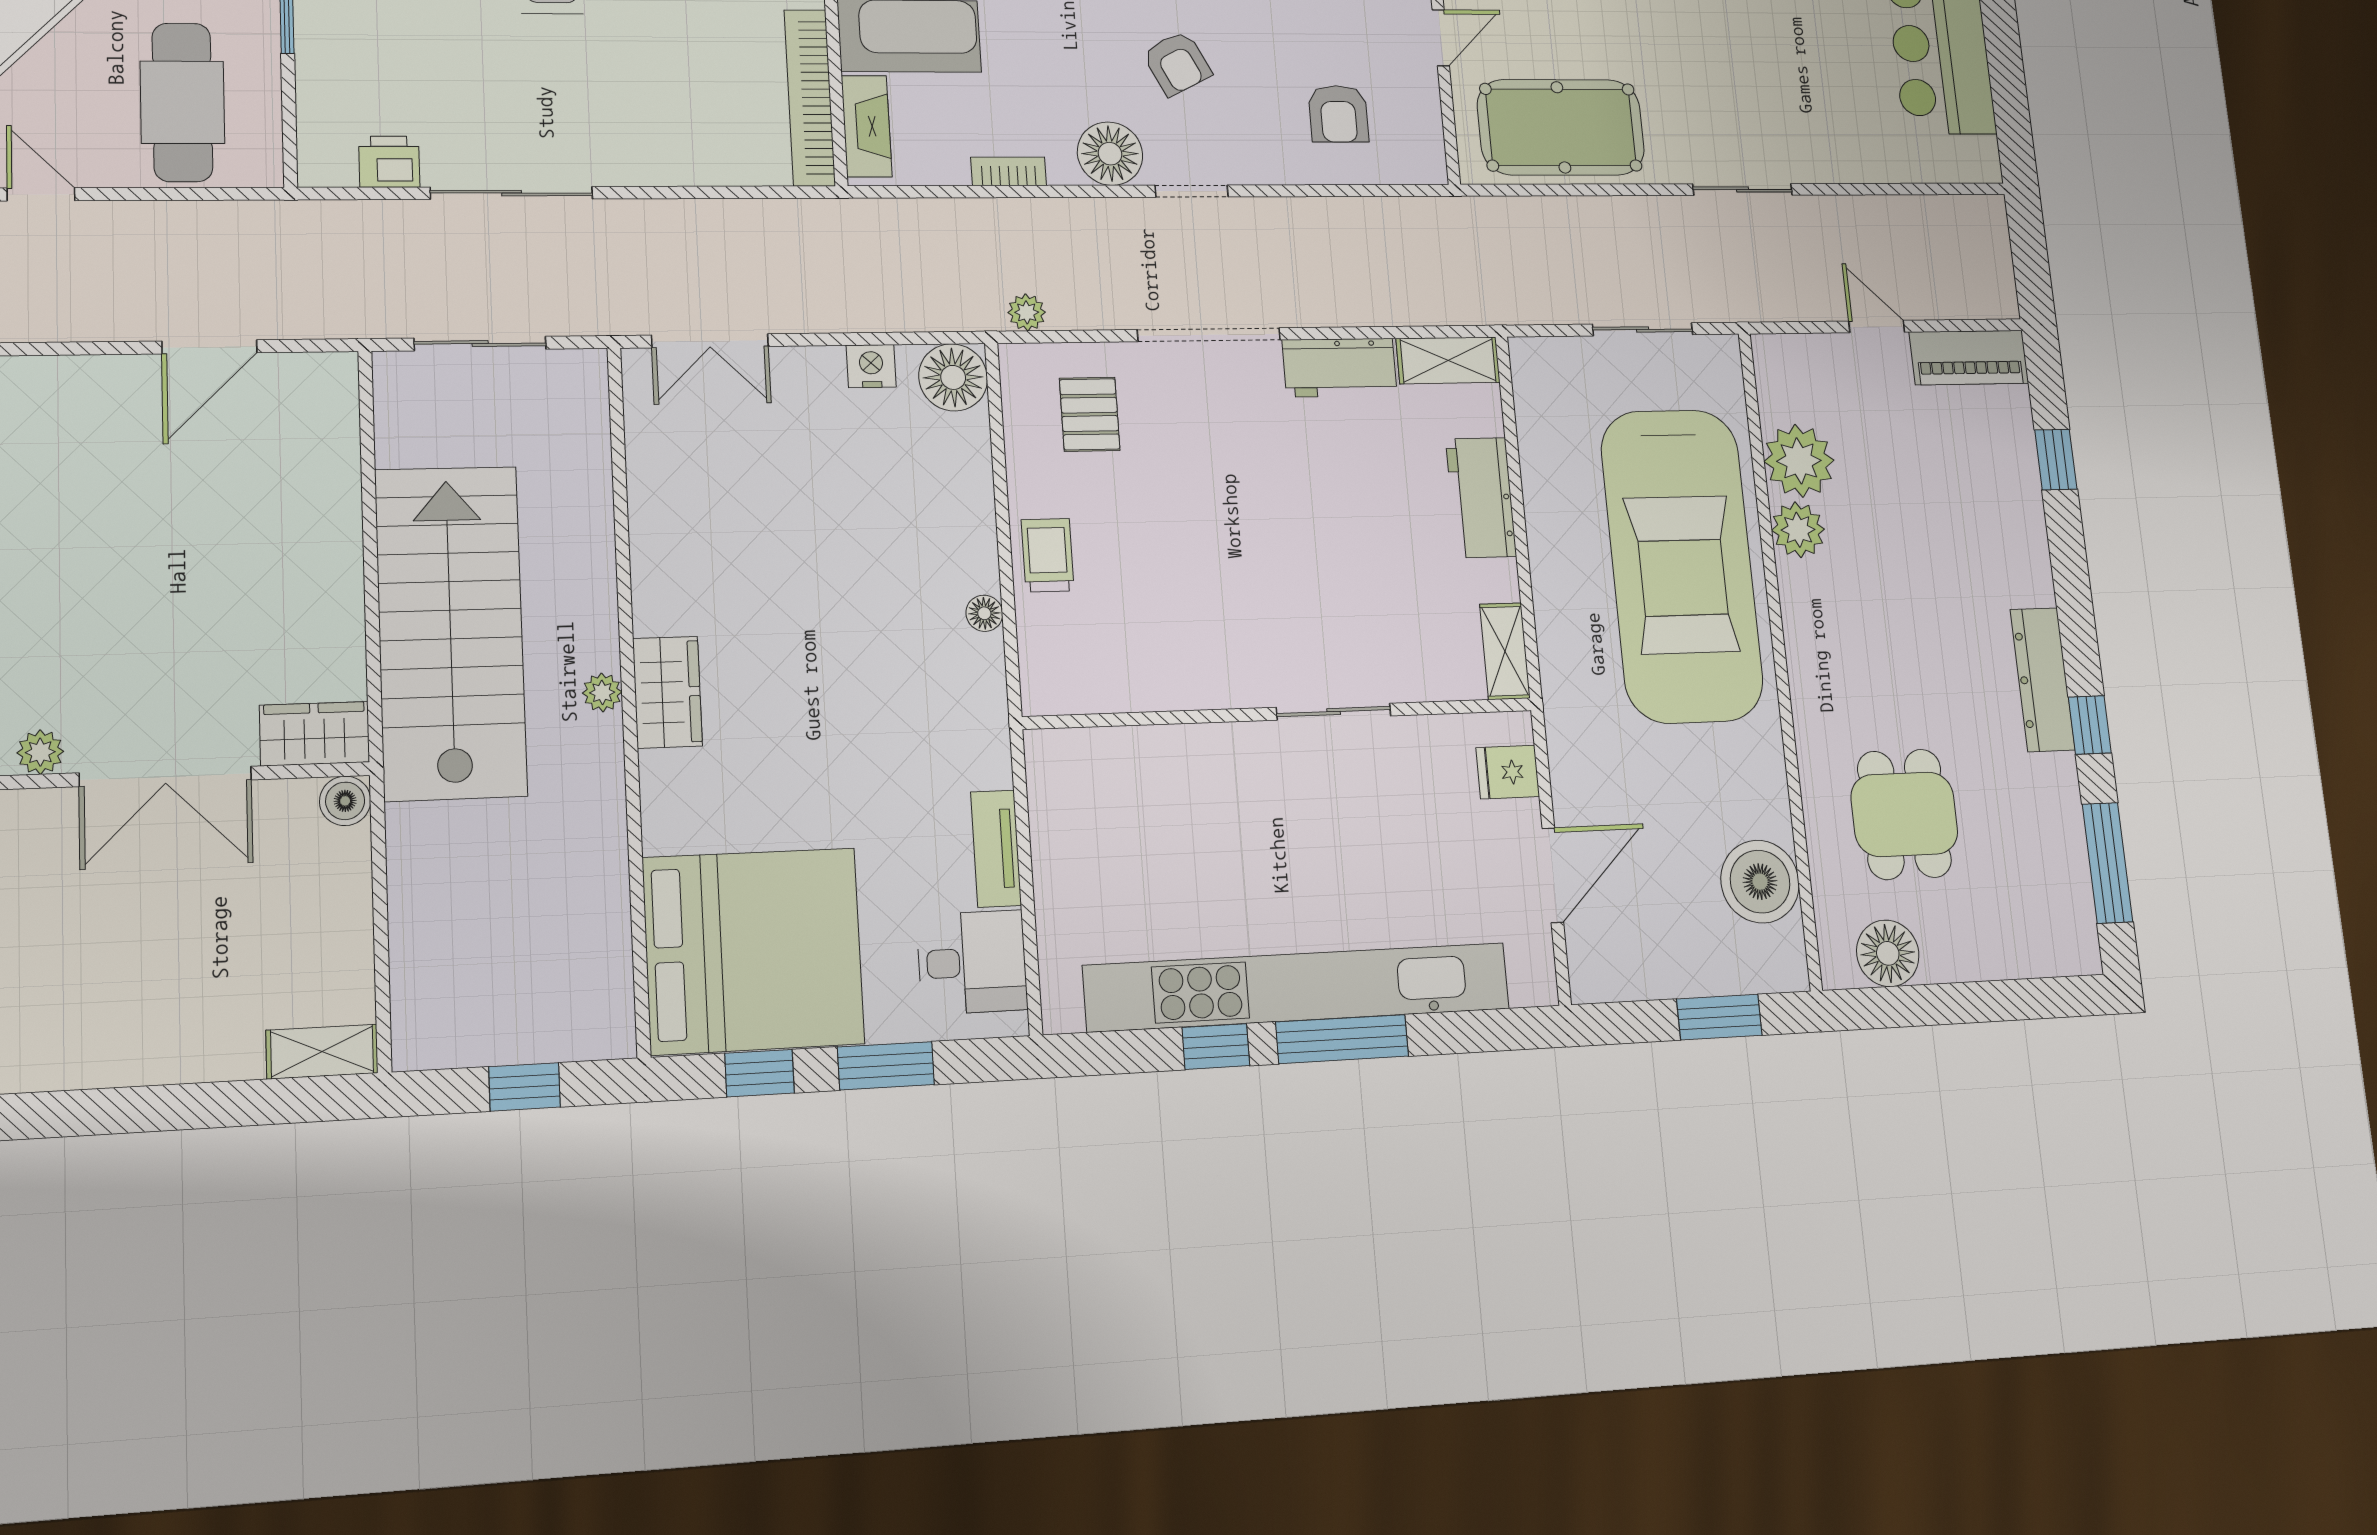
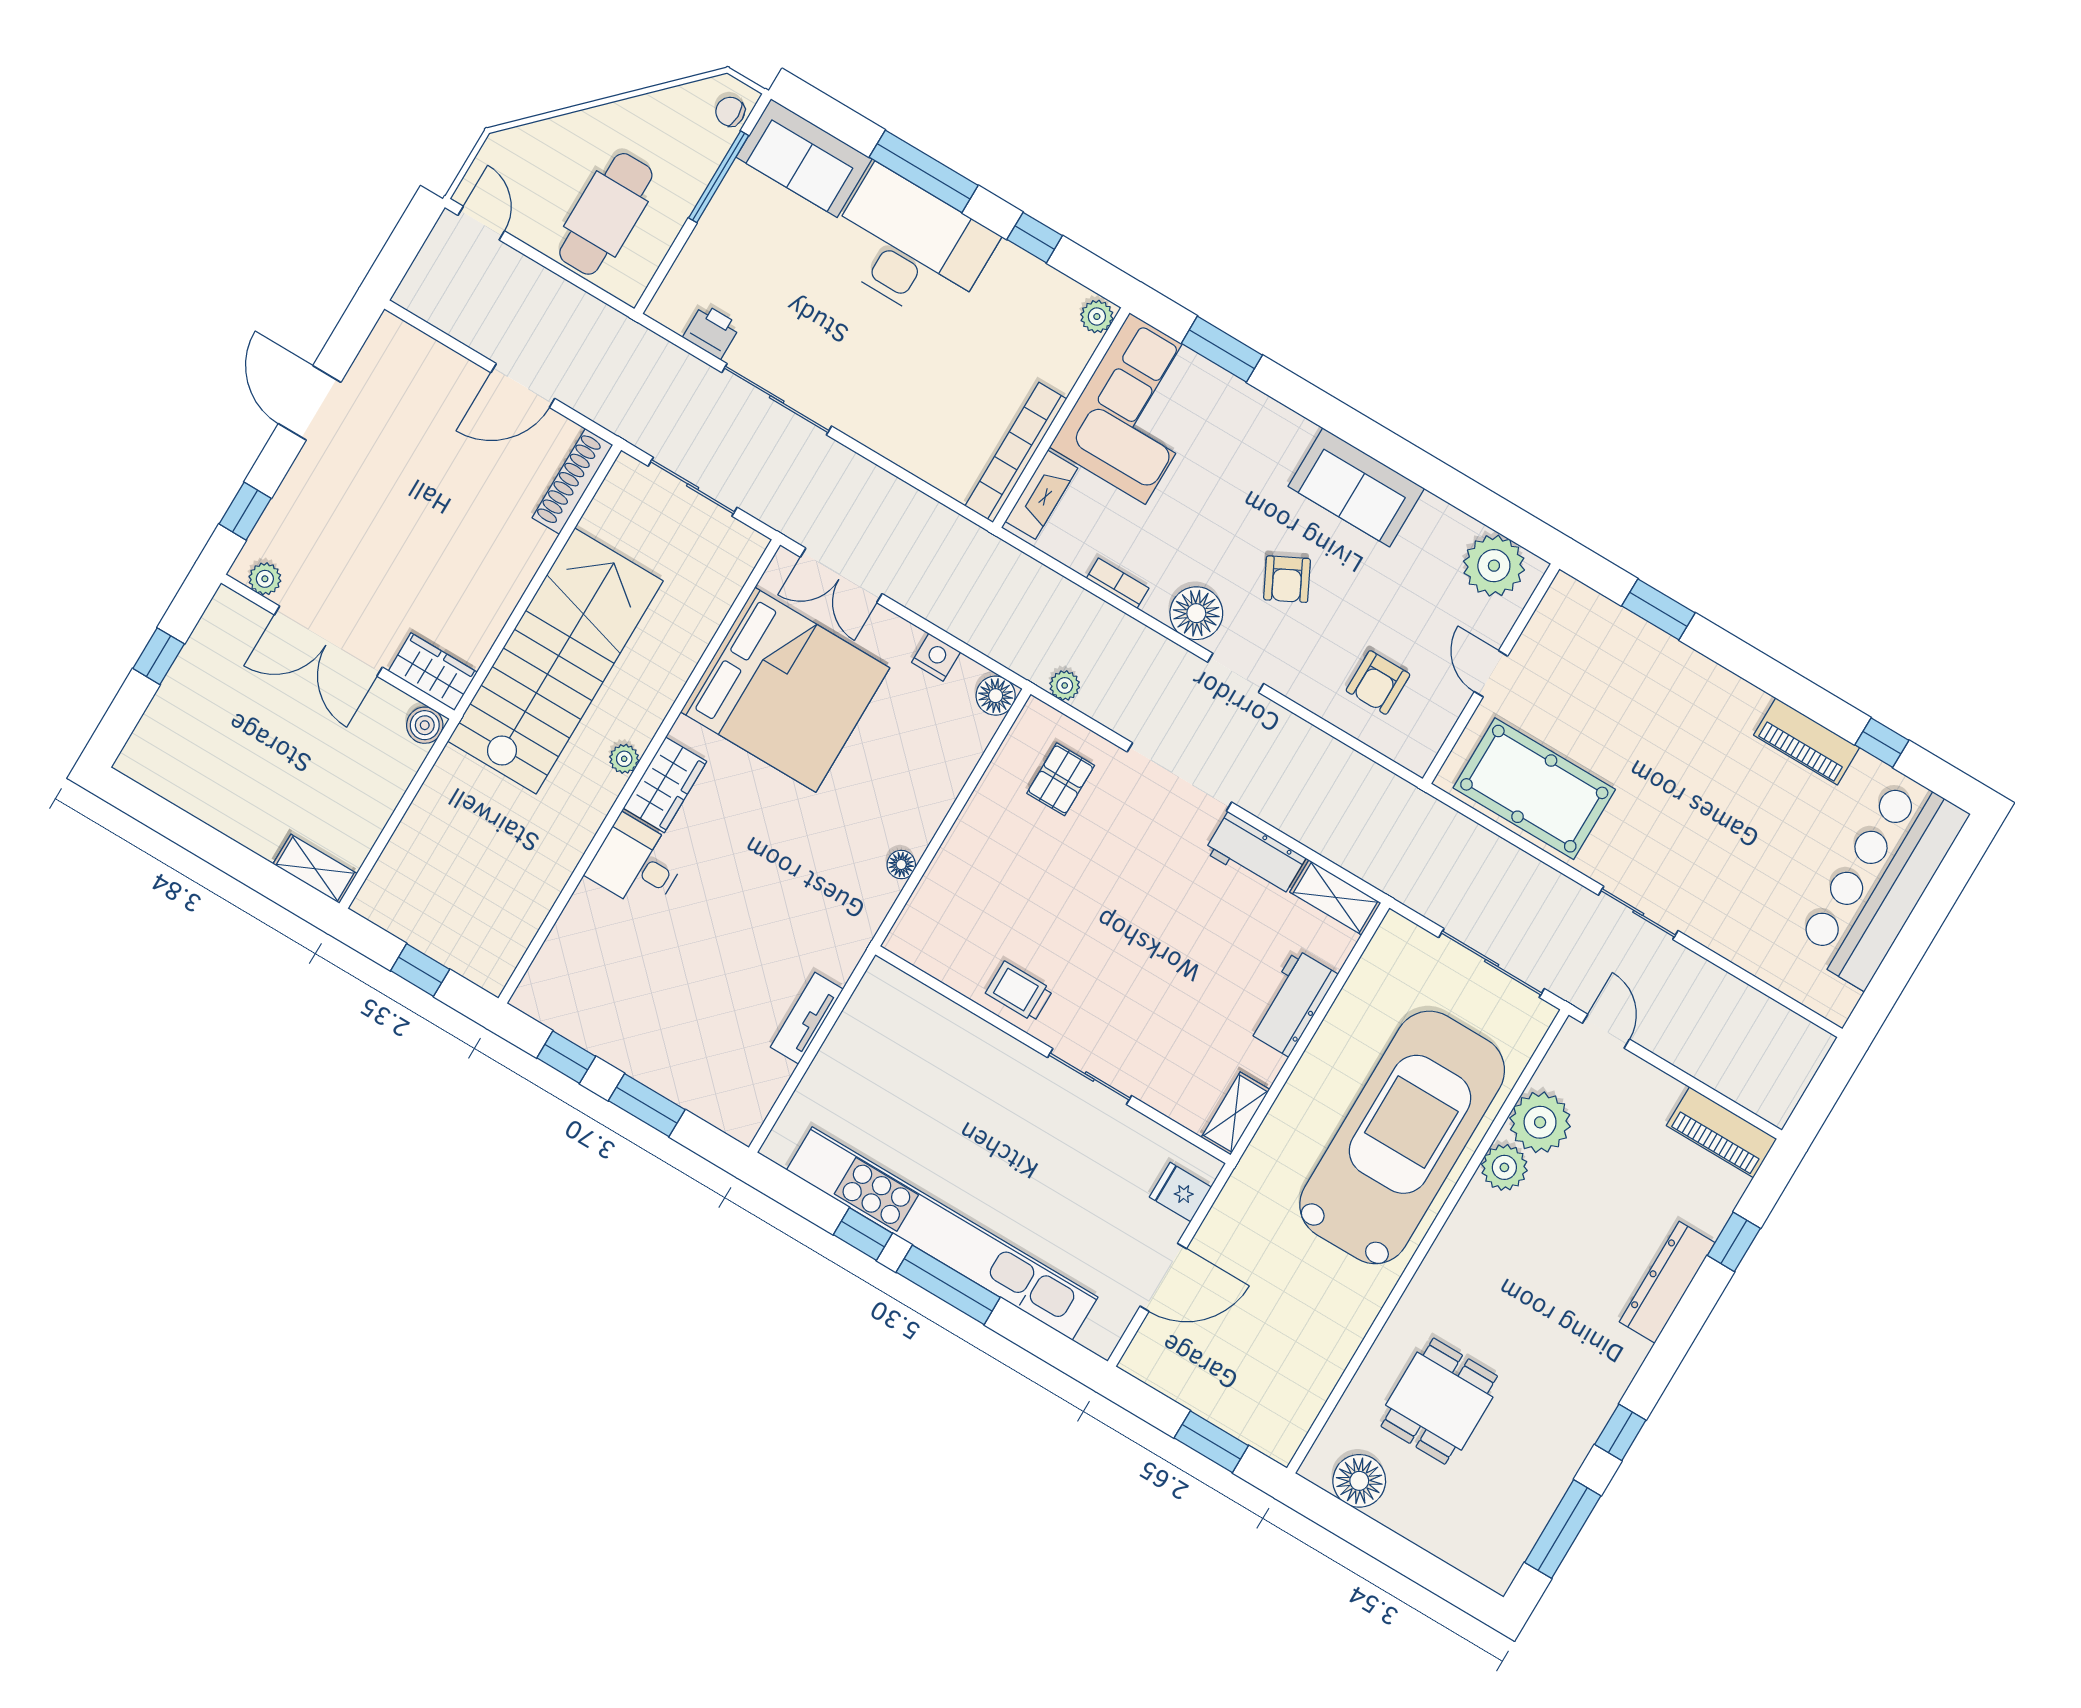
door: (1441, 38) -> (1491, 674), swing flipped
door: (1877, 327) -> (1606, 1031), moved
sliding door: (1643, 329) -> (1492, 963), width x1.37
floor lamp: (953, 377) -> (996, 696), width x0.73, depth x0.73
shoe rack: (338, 419) -> (572, 481), added
trolley: (1048, 555) -> (1019, 992), moved, turned -90
car: (1682, 565) -> (1402, 1137), turned 180
dresser: (2043, 680) -> (1667, 1282), moved
boiler: (1760, 882) -> (1304, 1376), removed
bed: (753, 951) -> (785, 690), moved
desk: (972, 962) -> (637, 864), moved, turned 180

